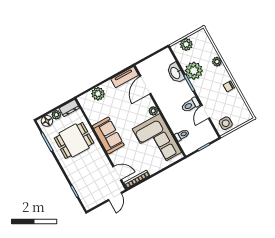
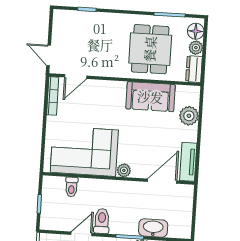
door: (145, 85) -> (162, 181), hinge flipped
door: (205, 112) -> (81, 234), hinge flipped
sofa: (108, 135) -> (150, 97), moved

